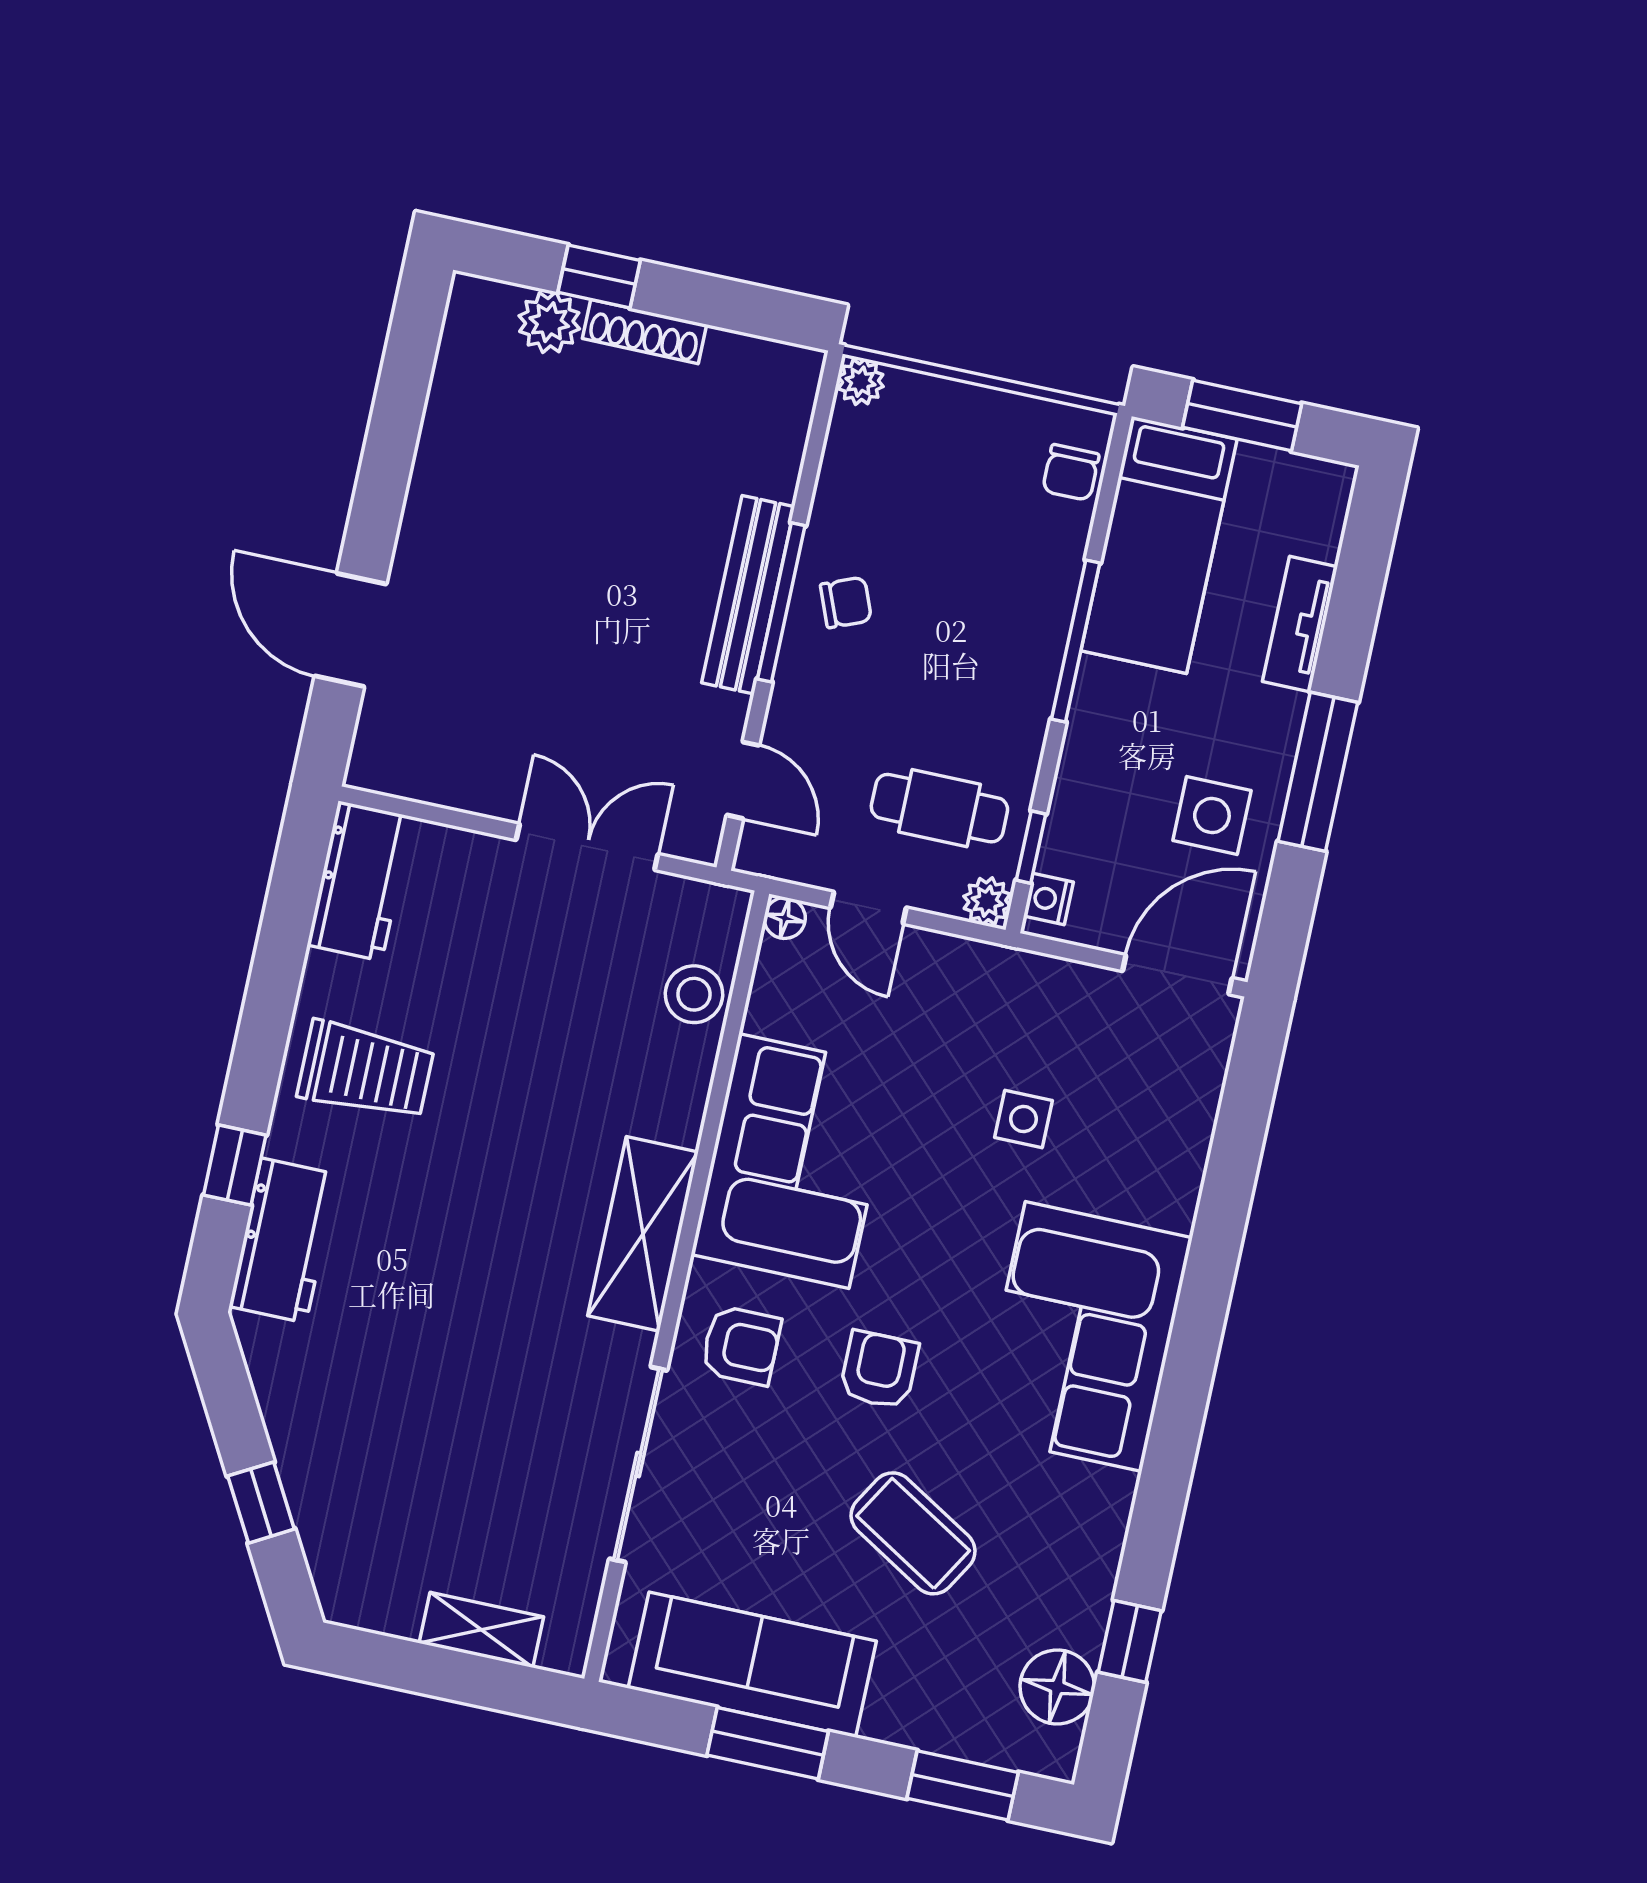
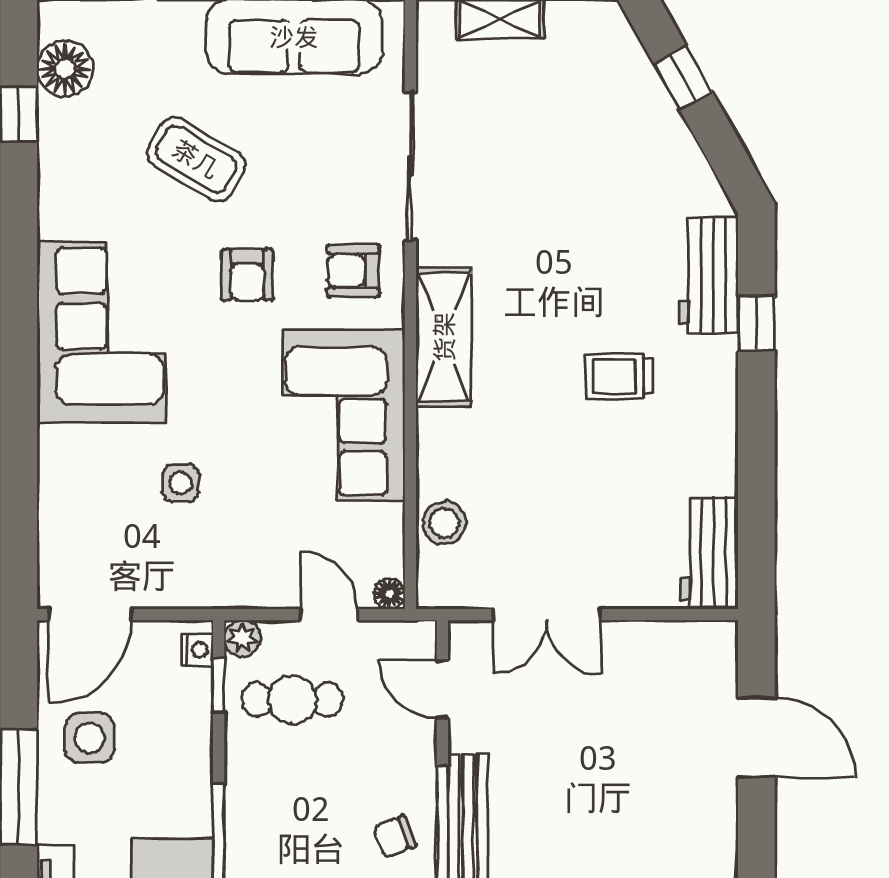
trolley: (366, 1071) -> (619, 376), moved, width x0.73, depth x0.72

